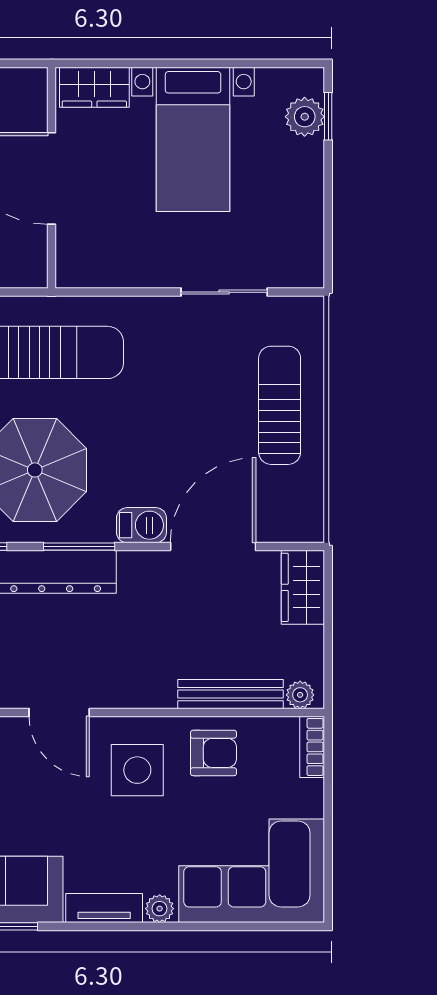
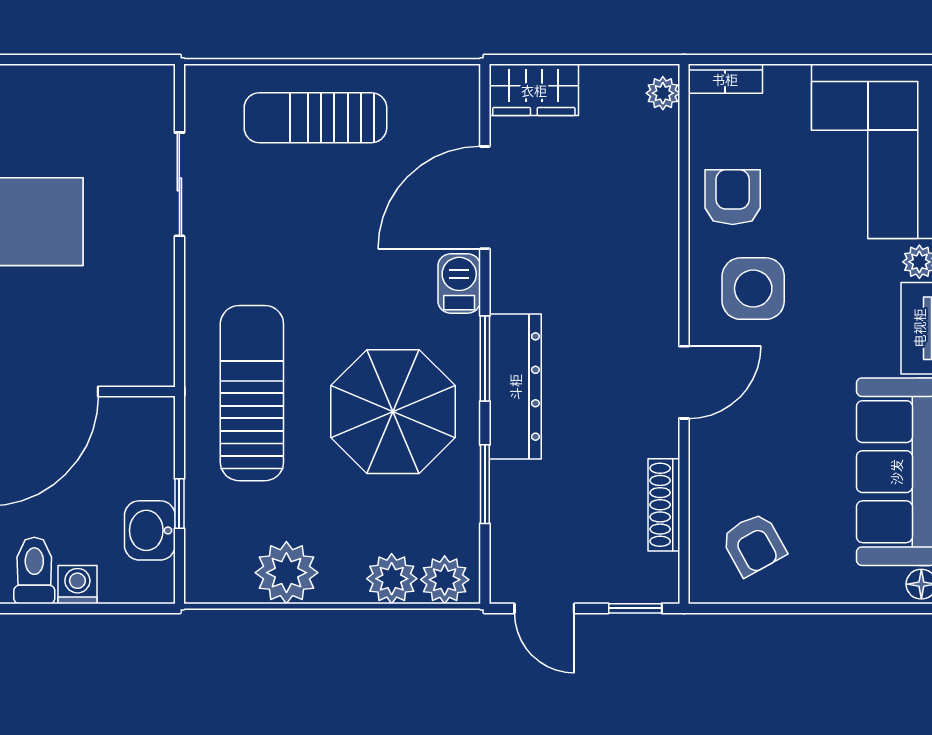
door: (213, 547) -> (485, 198), hinge flipped
bench: (231, 694) -> (662, 177), removed

